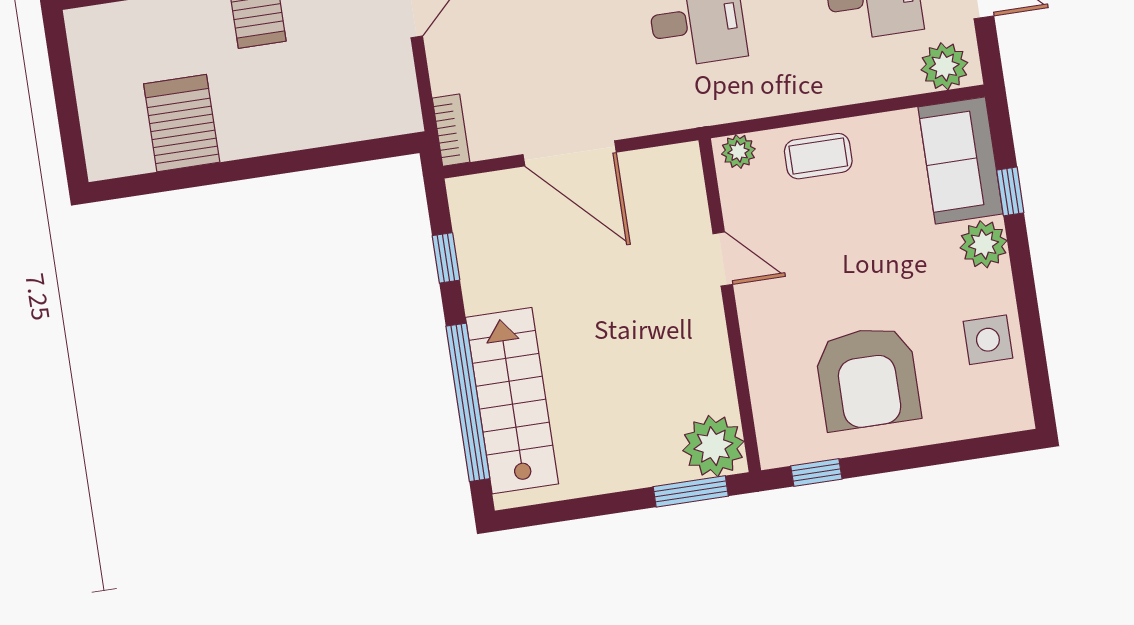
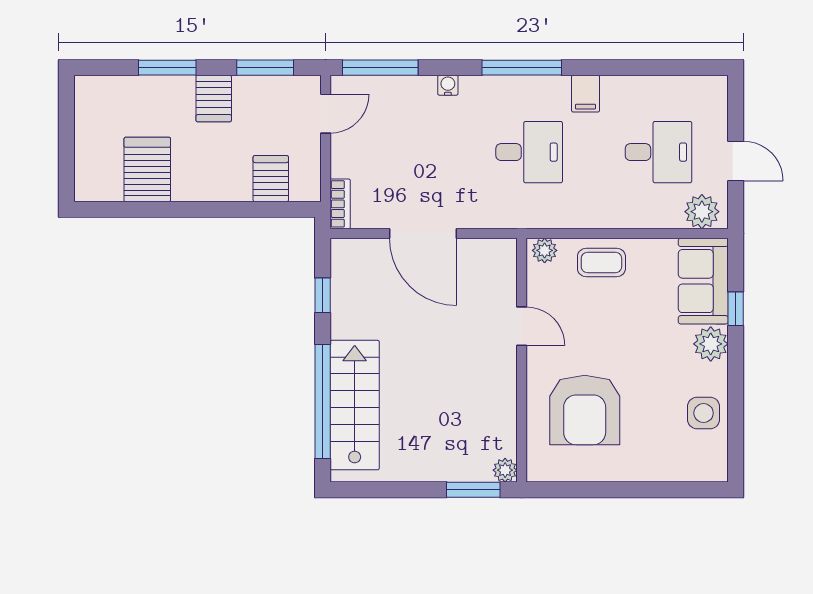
server rack: (351, 110) -> (271, 179), added
armchair: (868, 378) -> (585, 410), moved
plant: (713, 446) -> (505, 470), width x0.53, depth x0.53
window: (816, 472) -> (566, 490), removed

